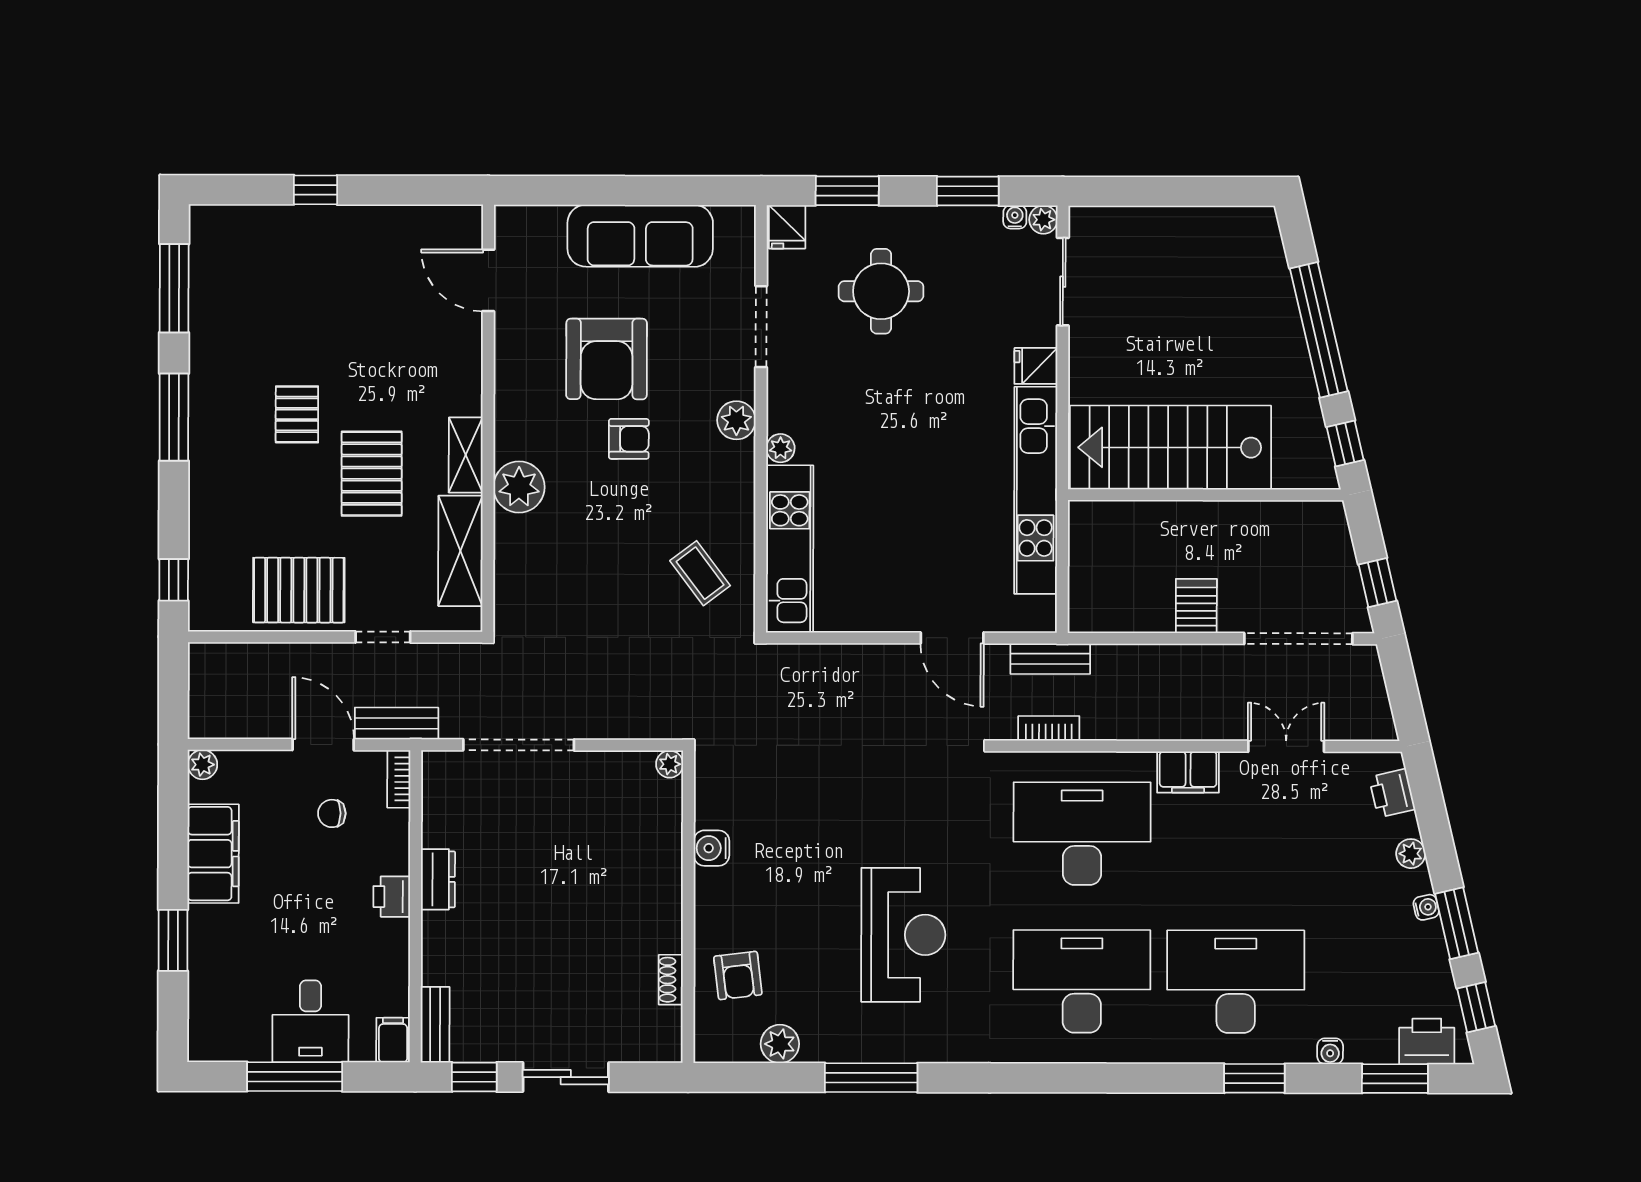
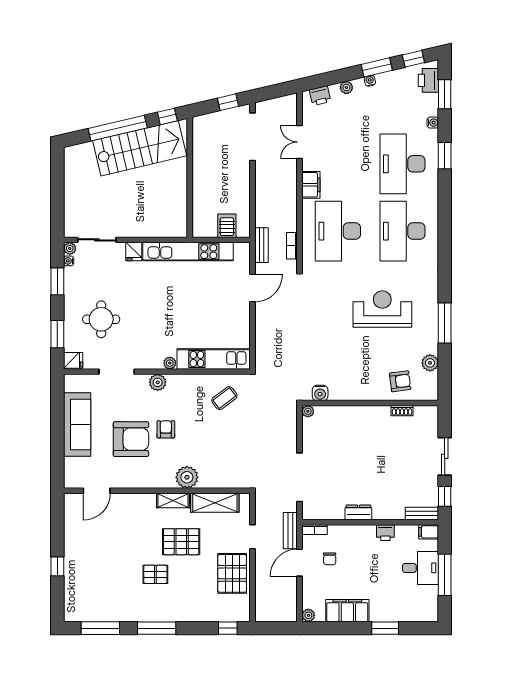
stairs: (1170, 447) -> (140, 148), moved, turned -103
server rack: (1196, 606) -> (227, 226), moved, turned 90
water cooler: (712, 848) -> (320, 393), moved
printer: (392, 897) -> (385, 533), moved

